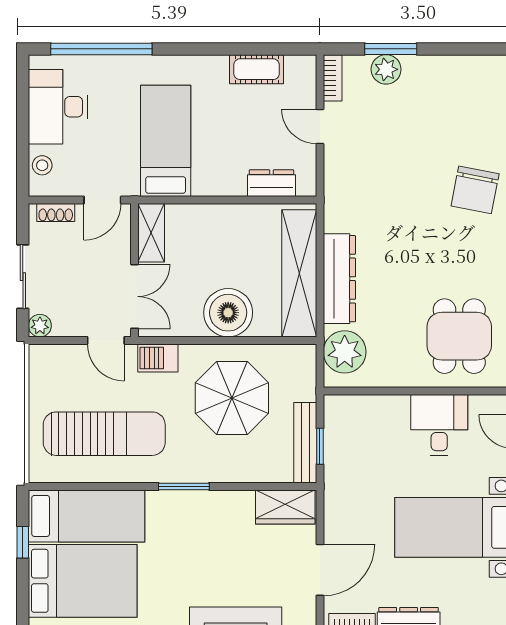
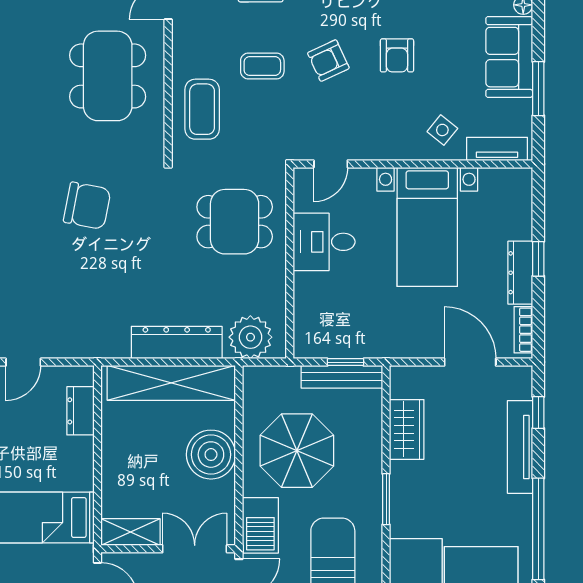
barbecue: (158, 358) -> (260, 525), width x1.38, depth x1.27
wardrobe: (285, 507) -> (407, 429), moved

